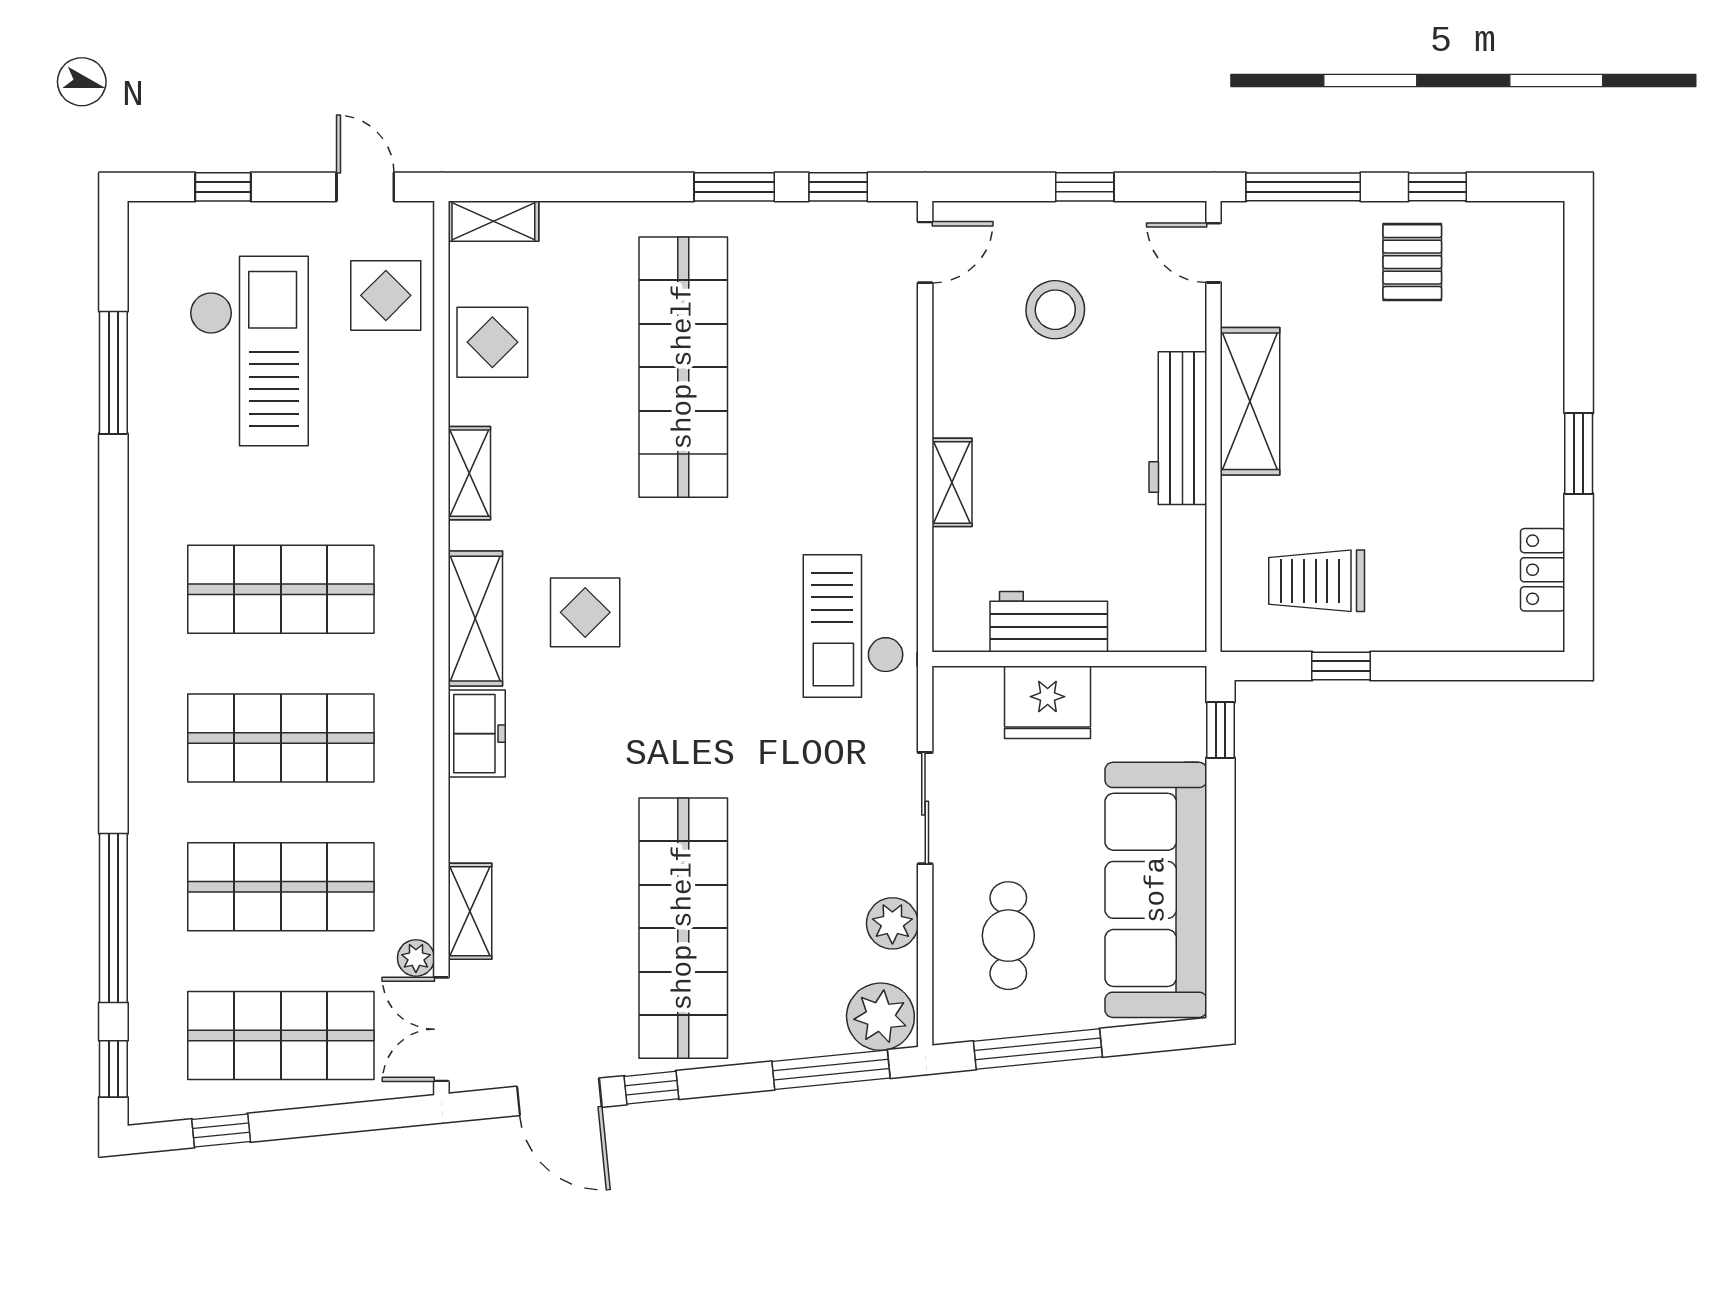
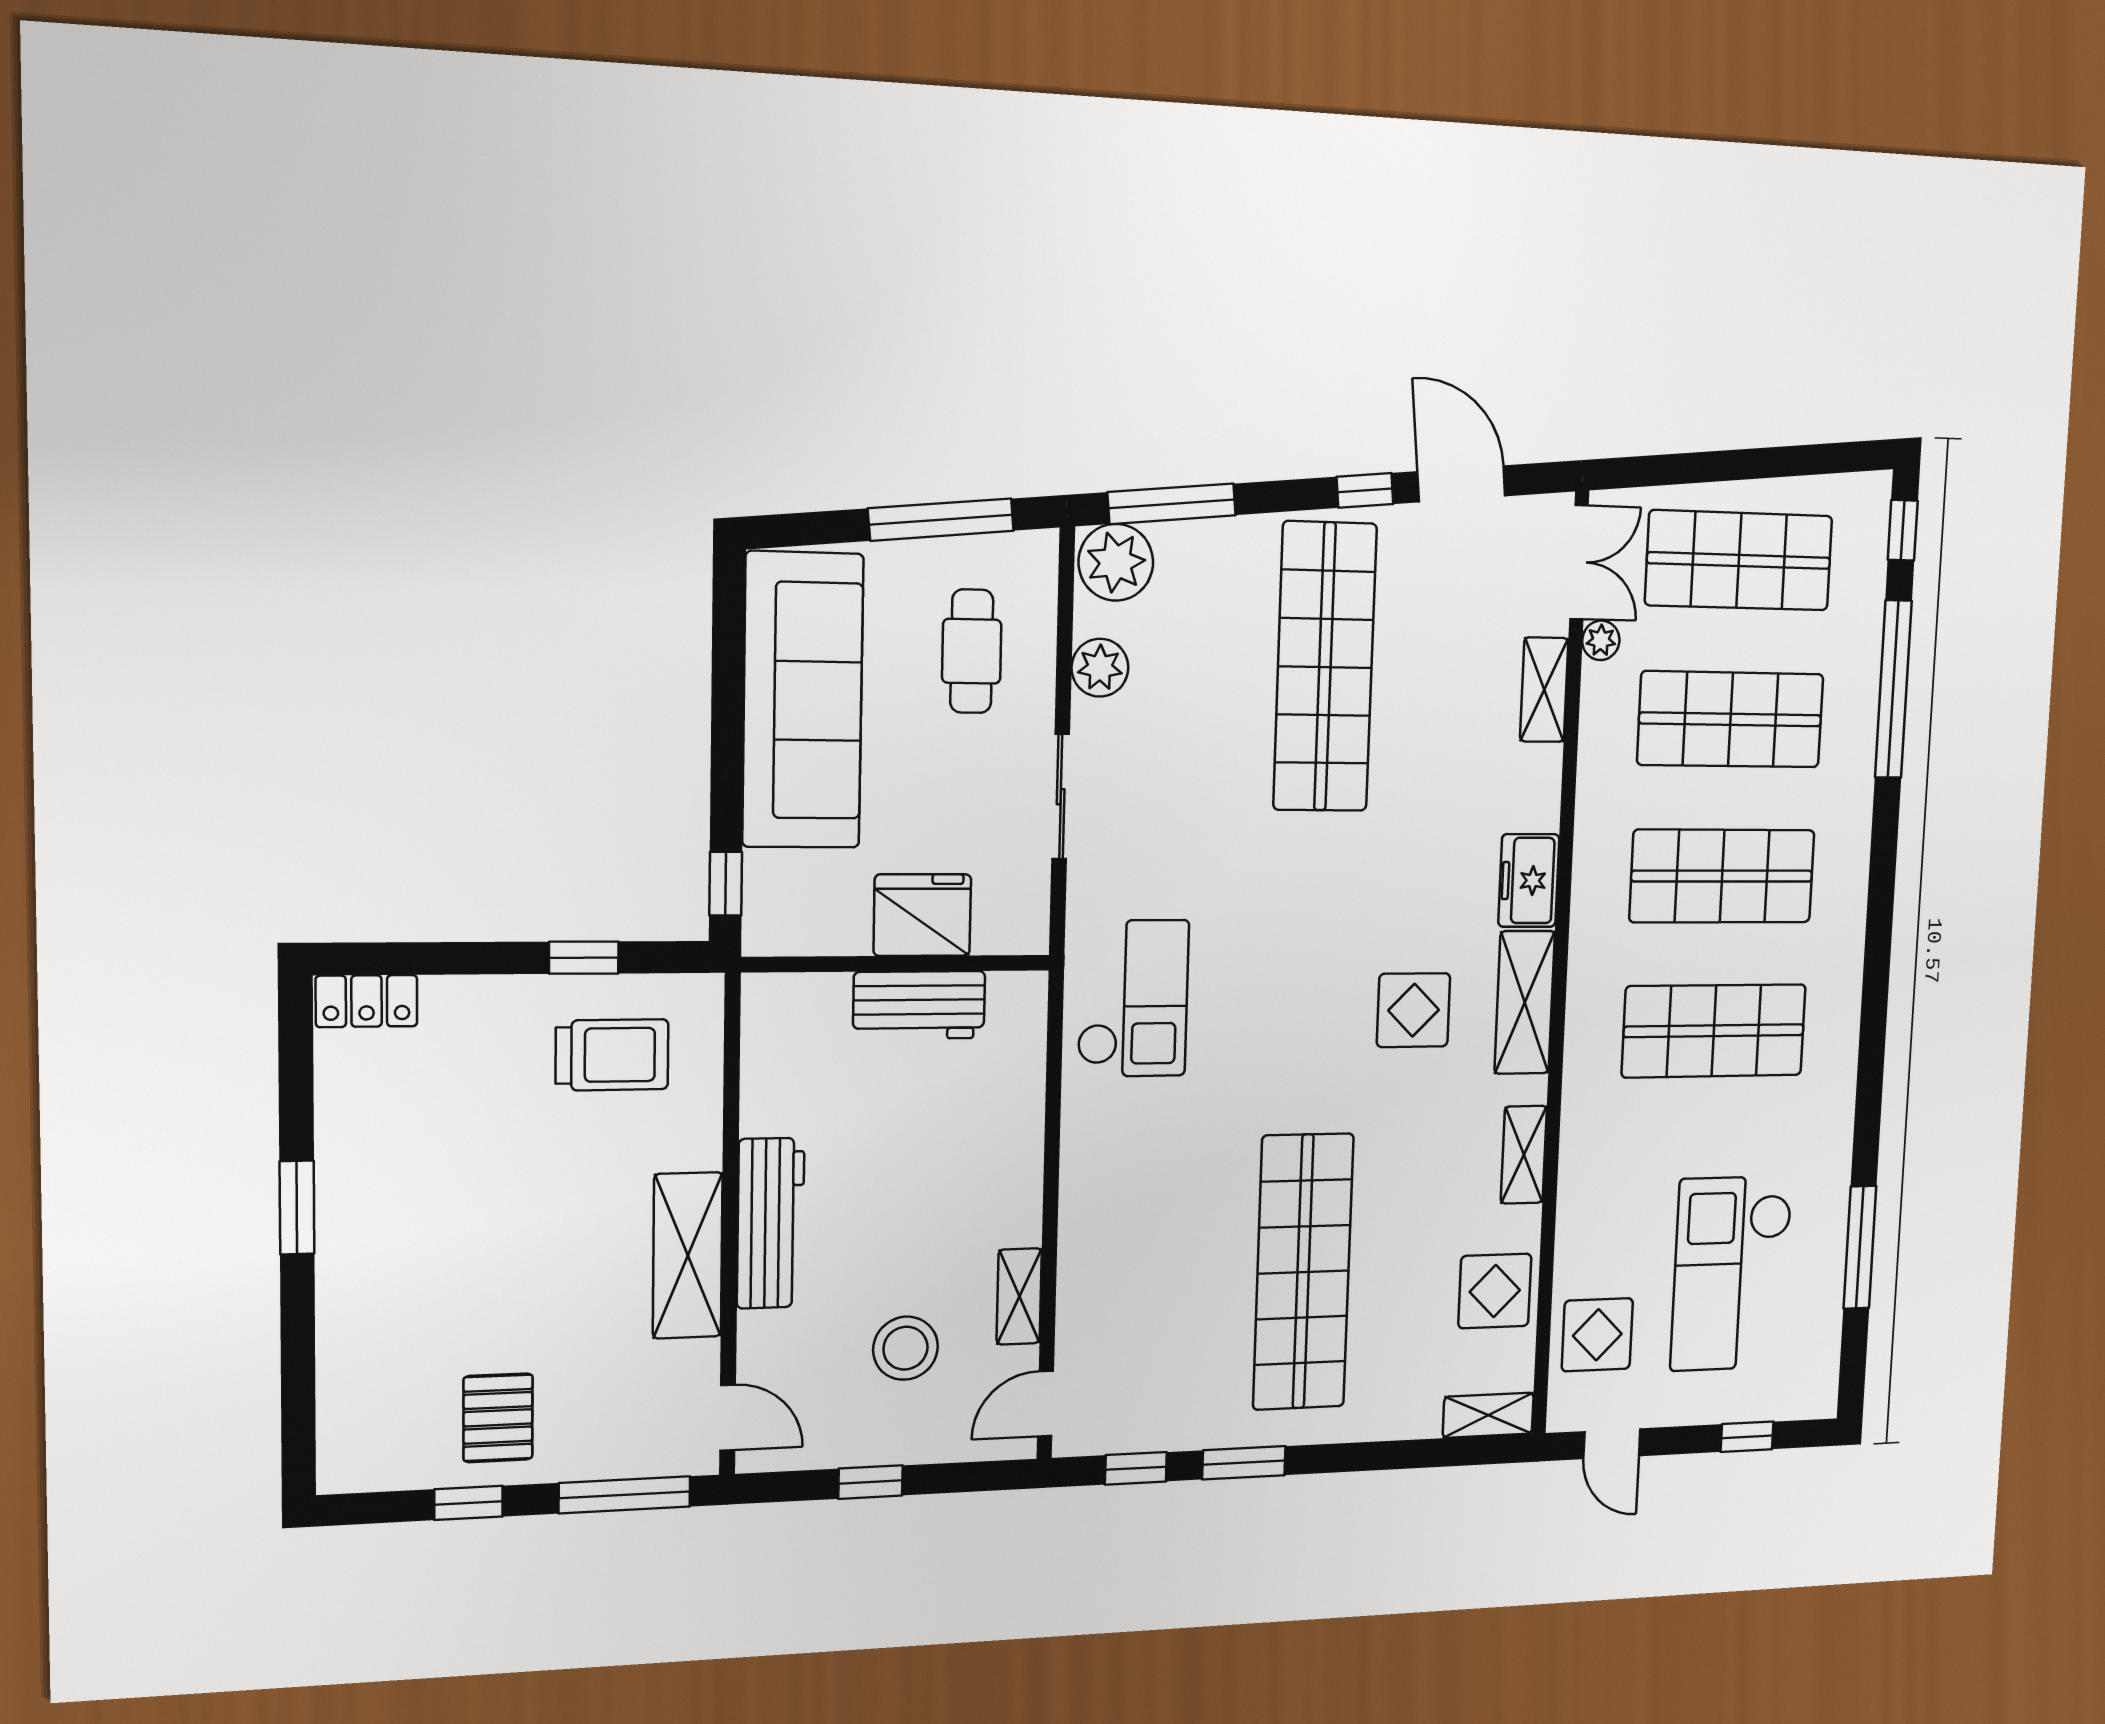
shelving: (952, 482) -> (1019, 1296), moved
locker: (1543, 570) -> (367, 1001), moved, turned 90
window: (221, 1130) -> (1803, 460), removed

